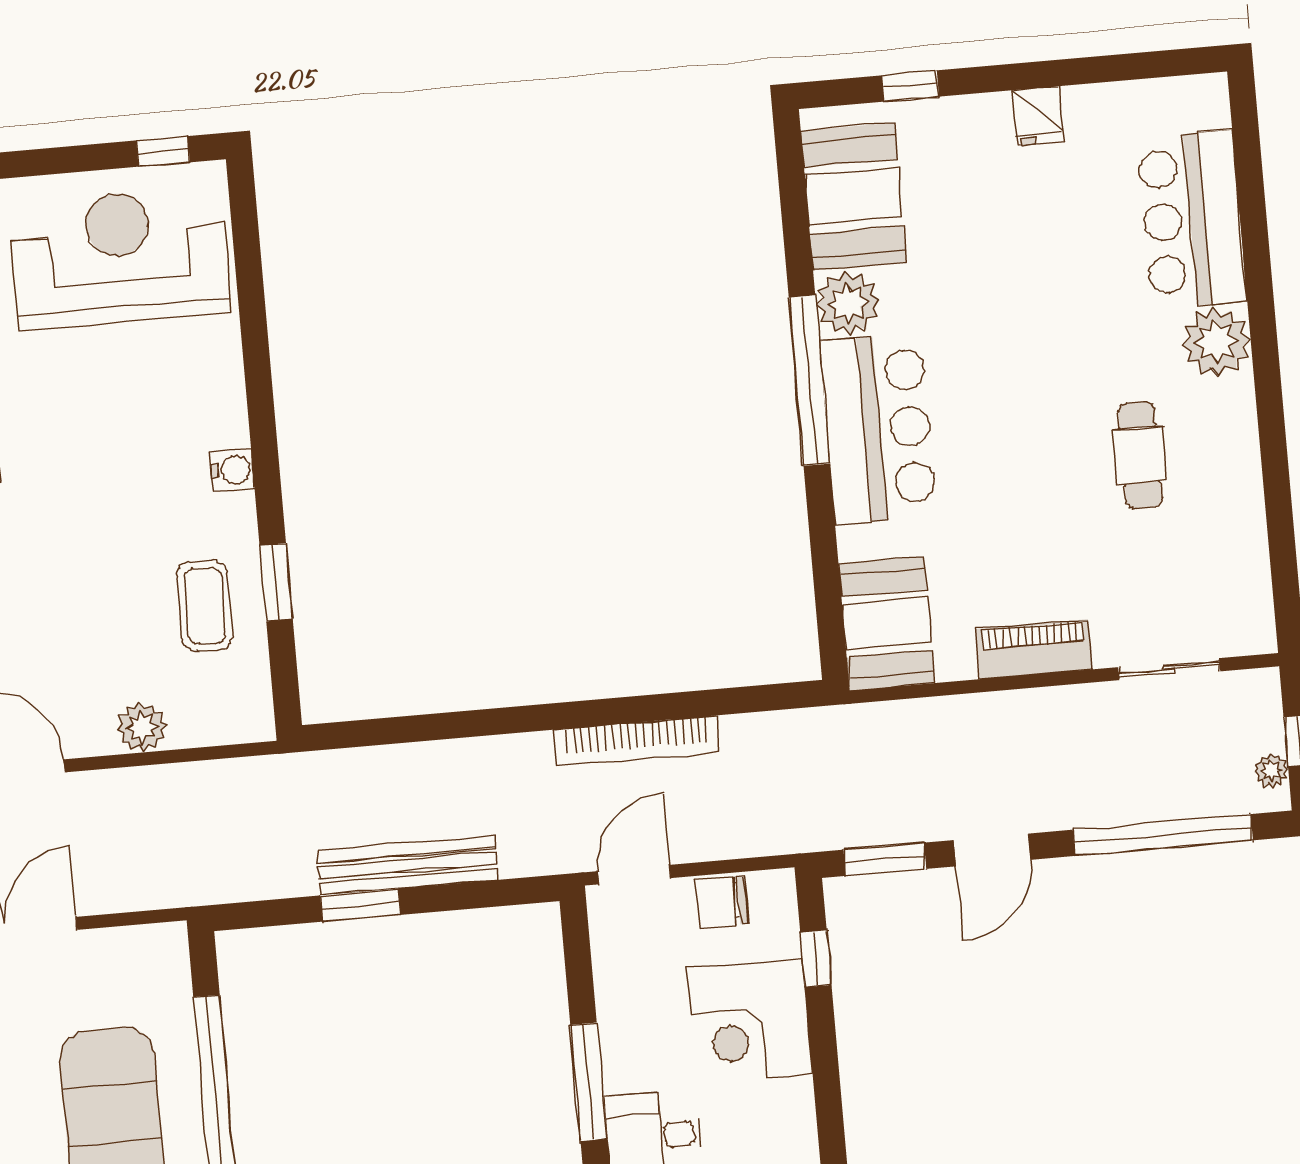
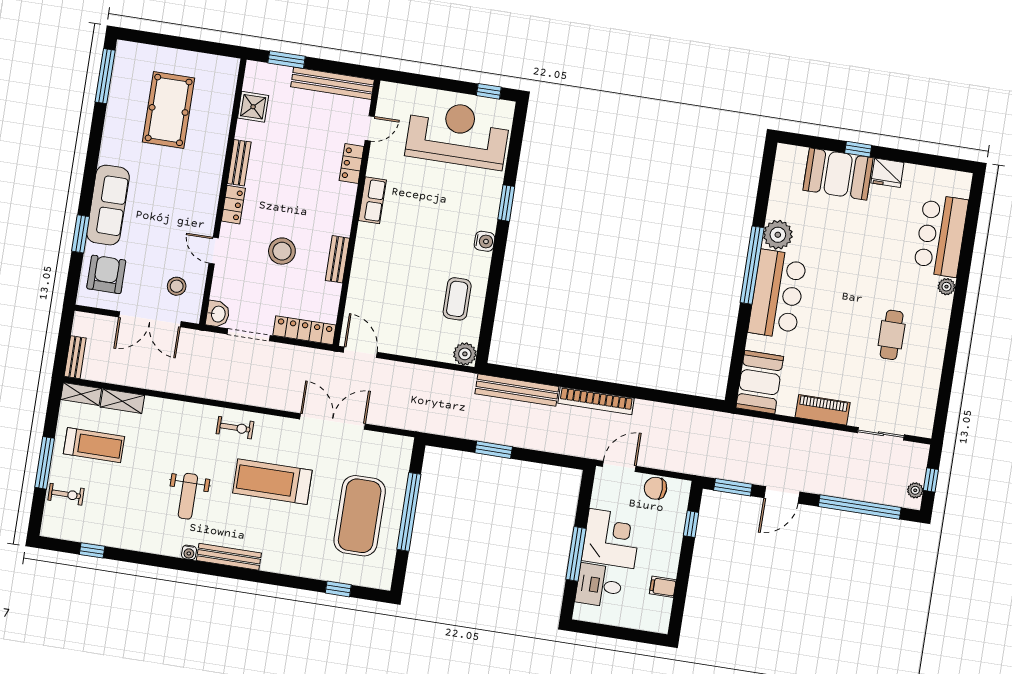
window: (910, 86) -> (858, 149), moved
fridge: (1038, 116) -> (887, 173), width x1.38
booth: (854, 197) -> (838, 174), moved, turned 90
plant: (1216, 342) -> (946, 287), width x0.53, depth x0.53
window: (276, 582) -> (506, 203), moved
plant: (142, 727) -> (465, 354), moved
bookcase: (637, 741) -> (596, 401), moved
bench: (407, 866) -> (517, 390), moved
corner desk: (750, 1021) -> (611, 538), moved, turned 180
filing cabinet: (789, 1106) -> (663, 587), added

